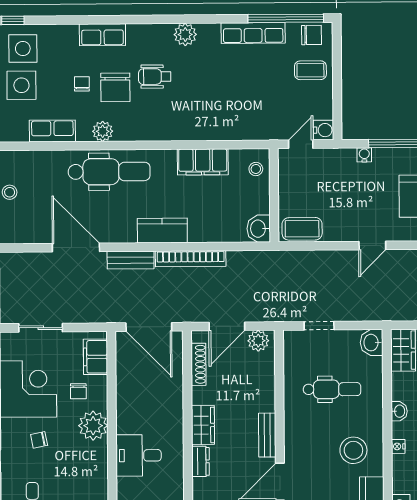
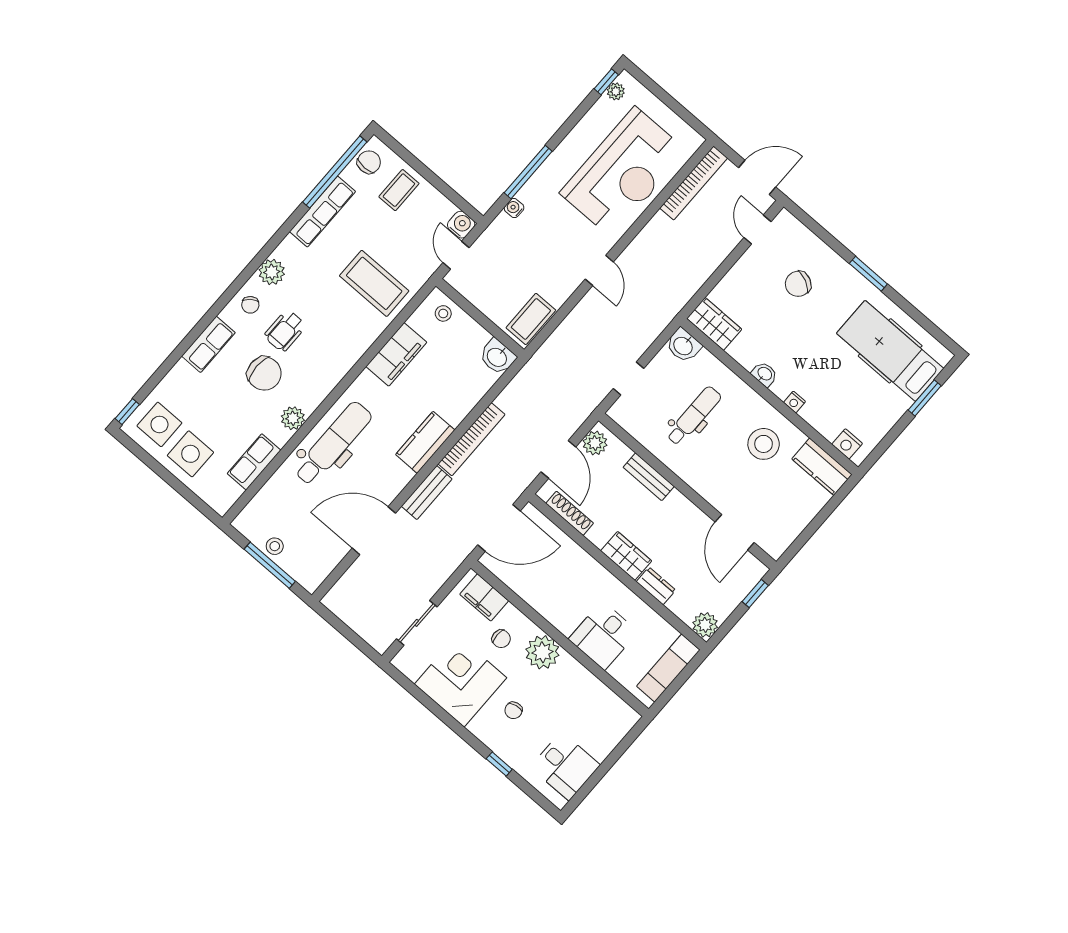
chair: (82, 84) -> (250, 305), moved, turned -127
coffee table: (236, 107) -> (374, 283), added
bench: (267, 435) -> (649, 477), moved

